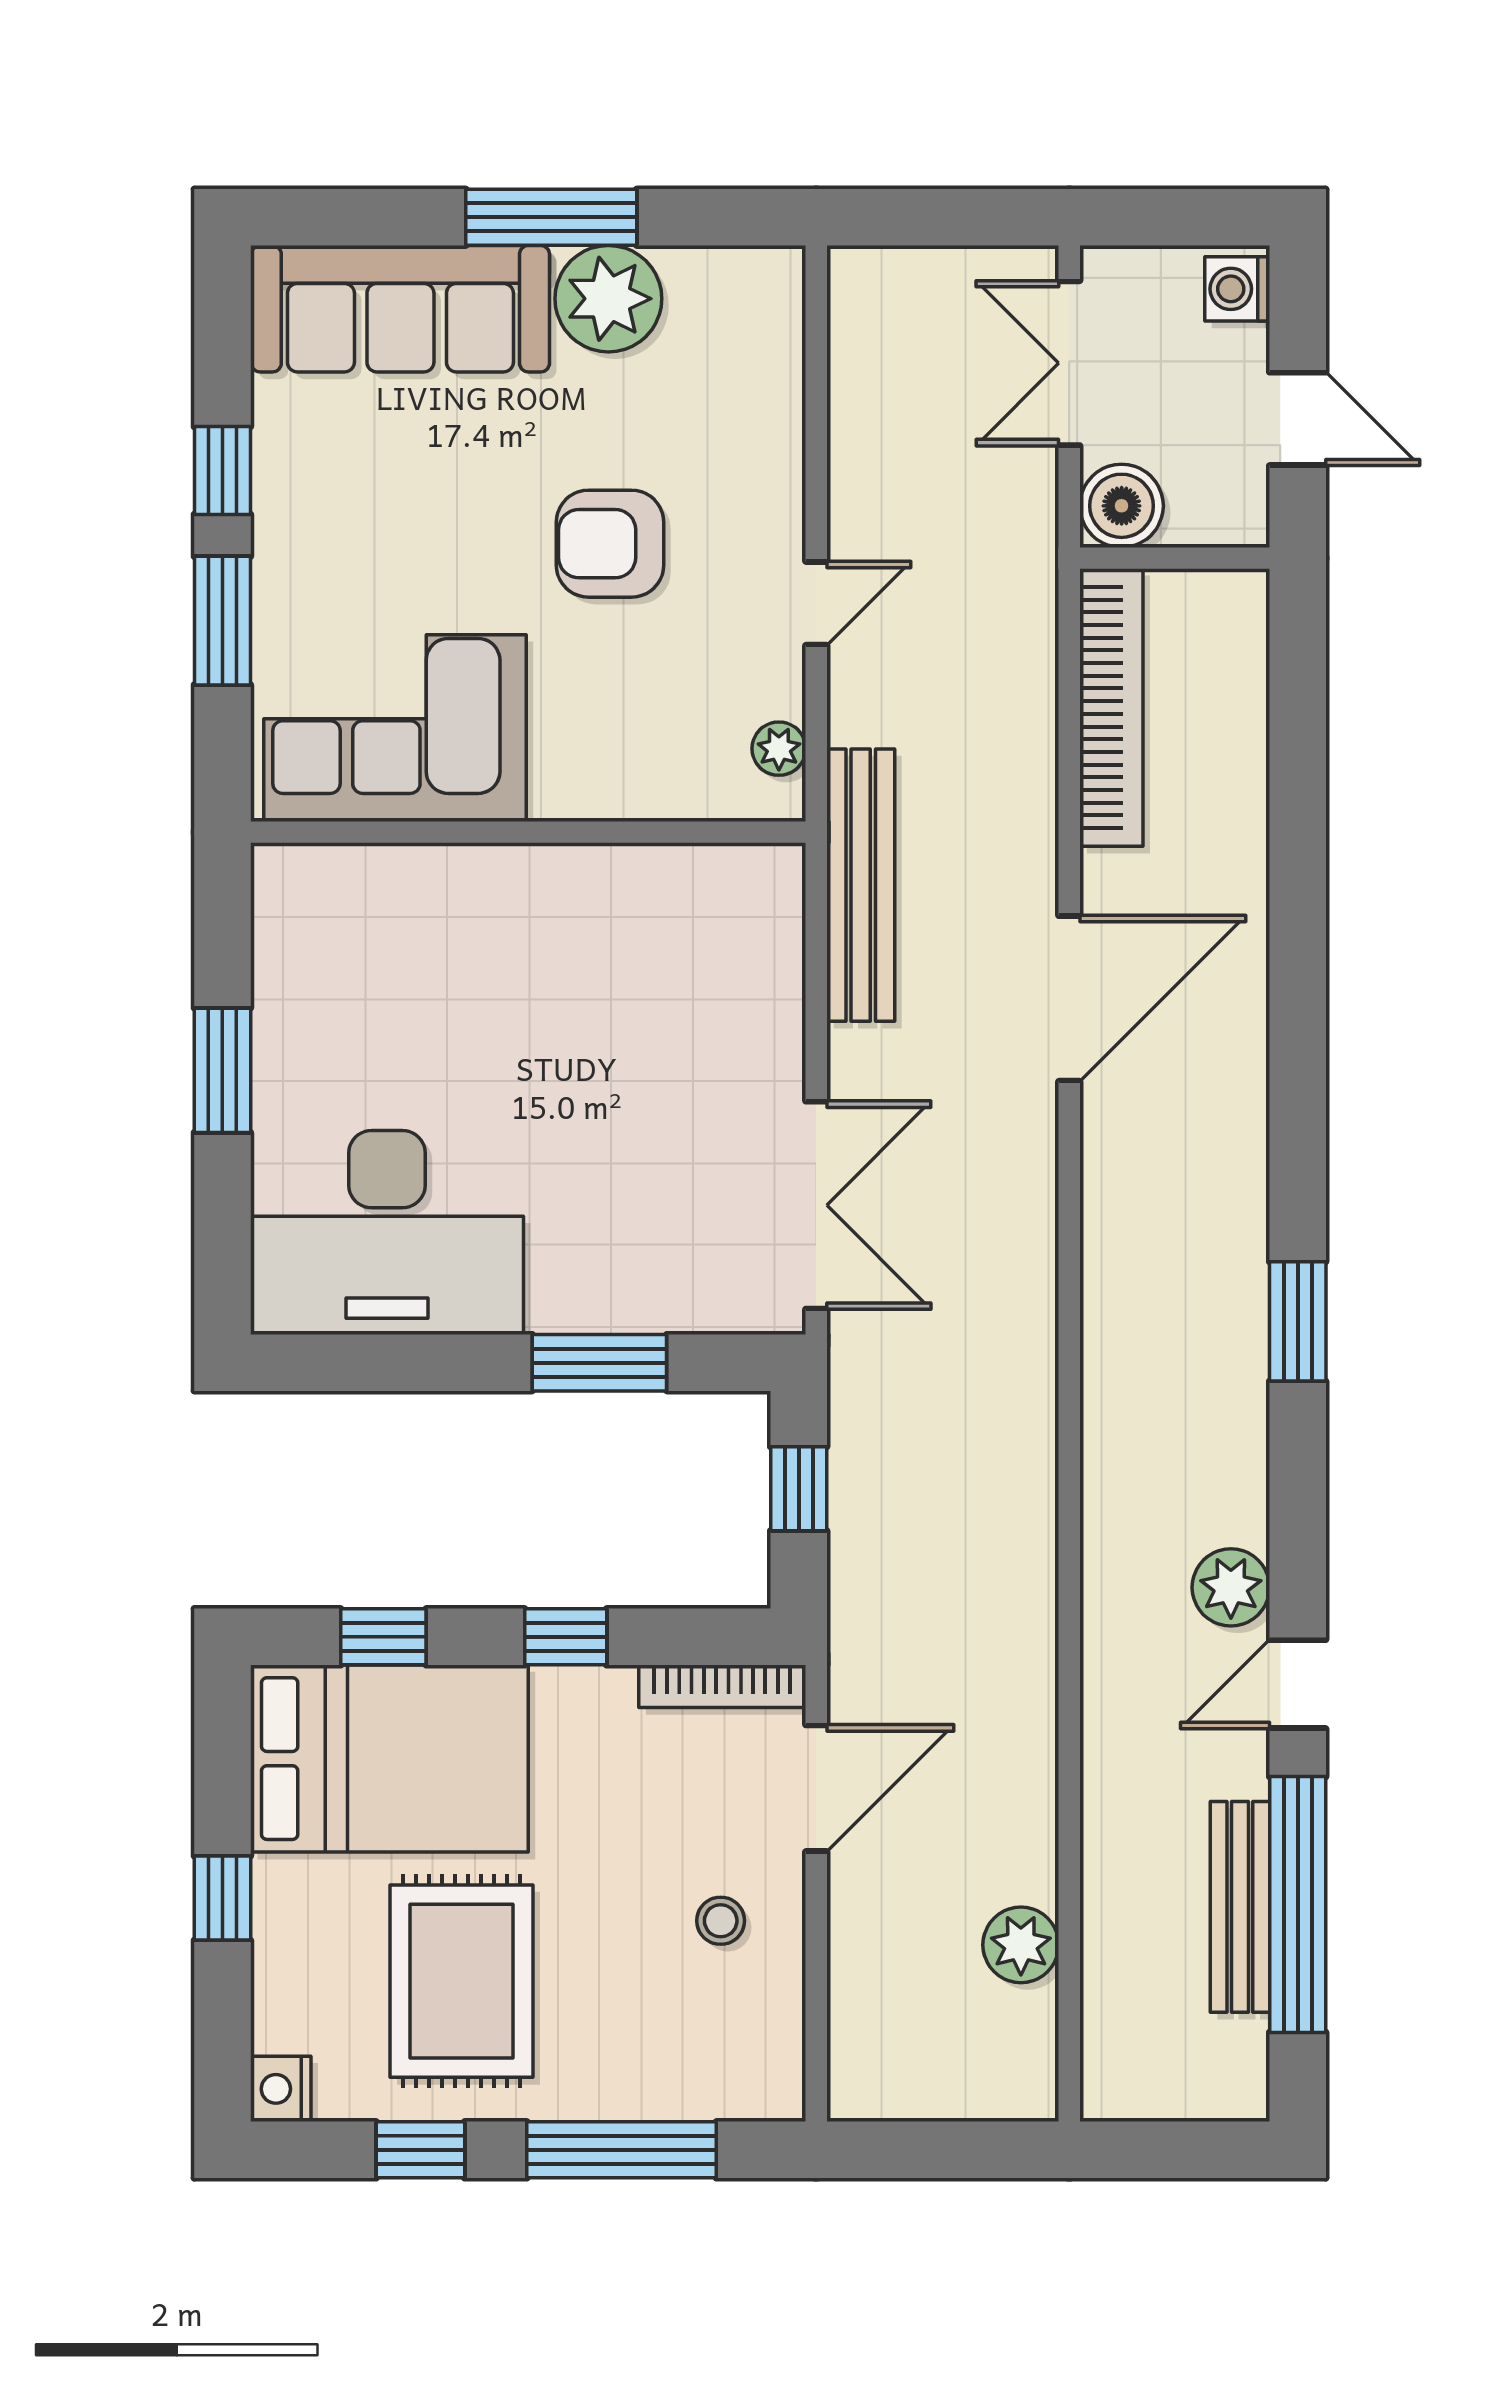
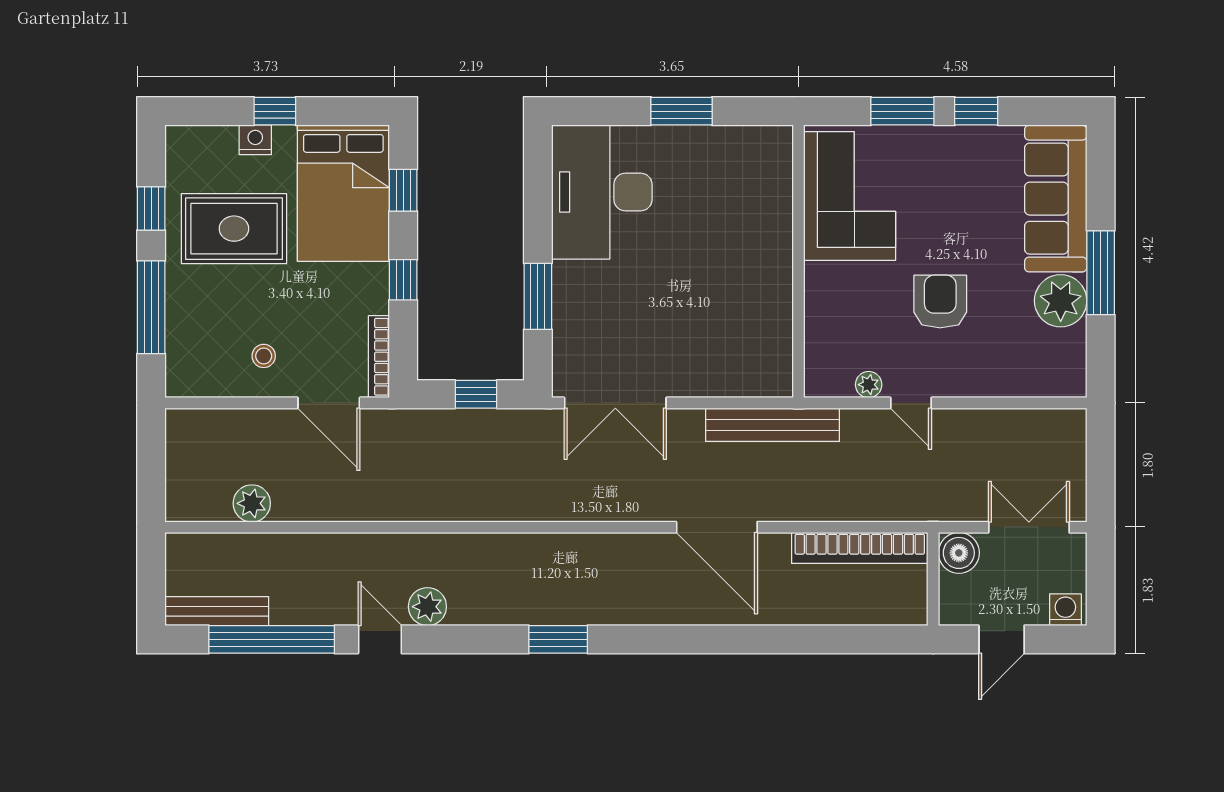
plant: (779, 749) -> (869, 385), moved
bench: (1240, 1907) -> (217, 611), moved
nightstand: (281, 2089) -> (255, 140), moved

